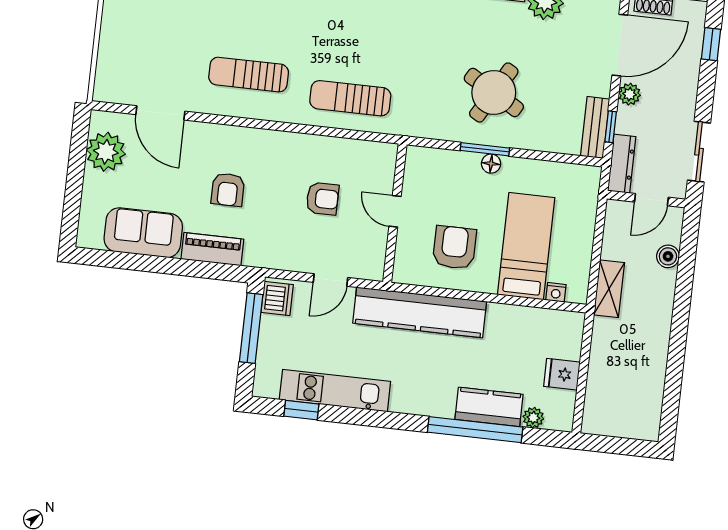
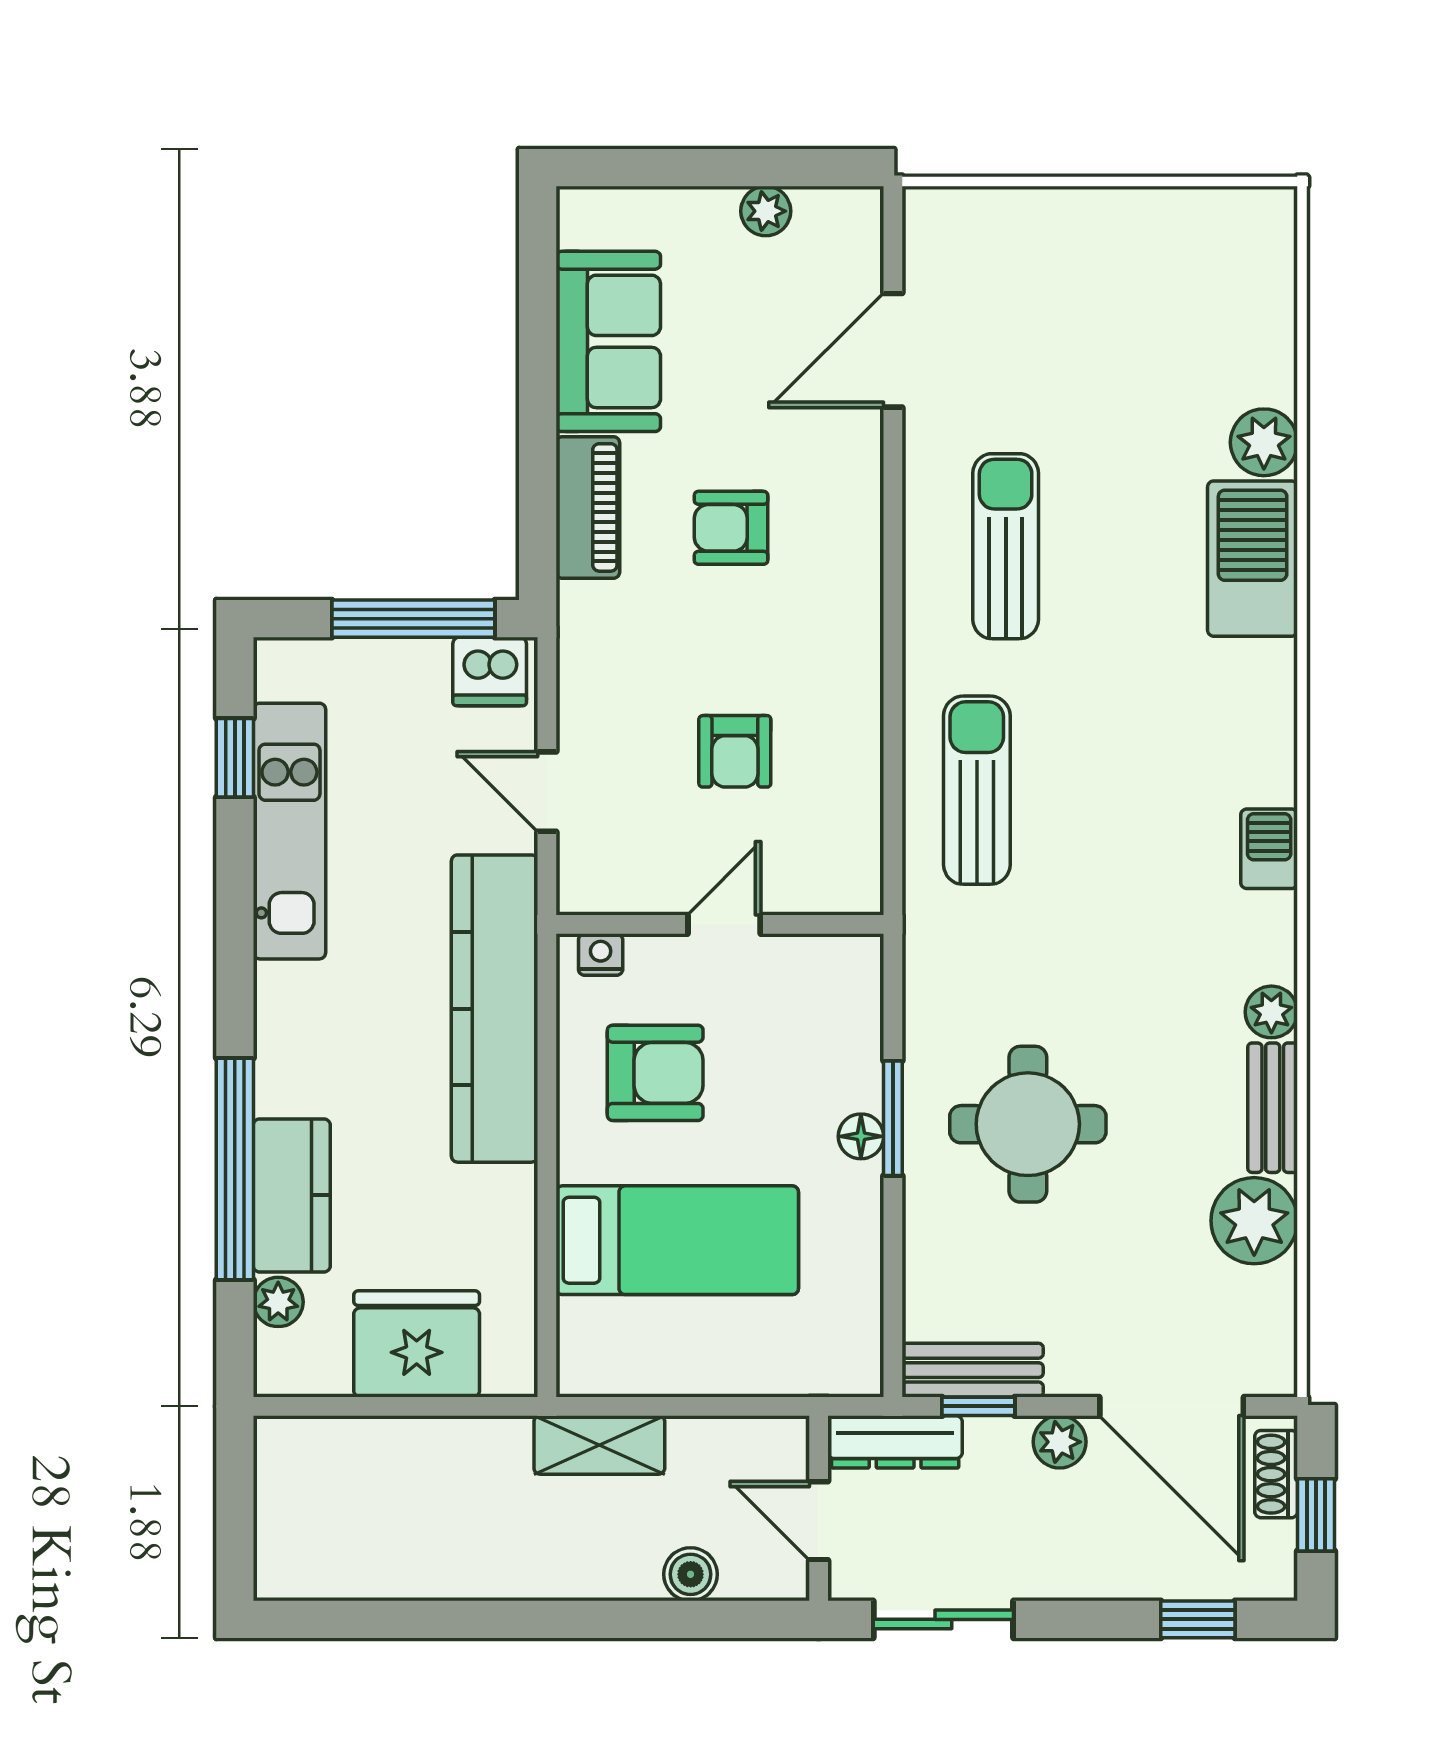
round table: (494, 93) -> (1028, 1124), turned -30
plant: (106, 152) -> (766, 211), width x0.53, depth x0.53
nightstand: (556, 292) -> (601, 955), moved, turned 90
fridge: (562, 374) -> (417, 1344), width x1.88, depth x1.34

